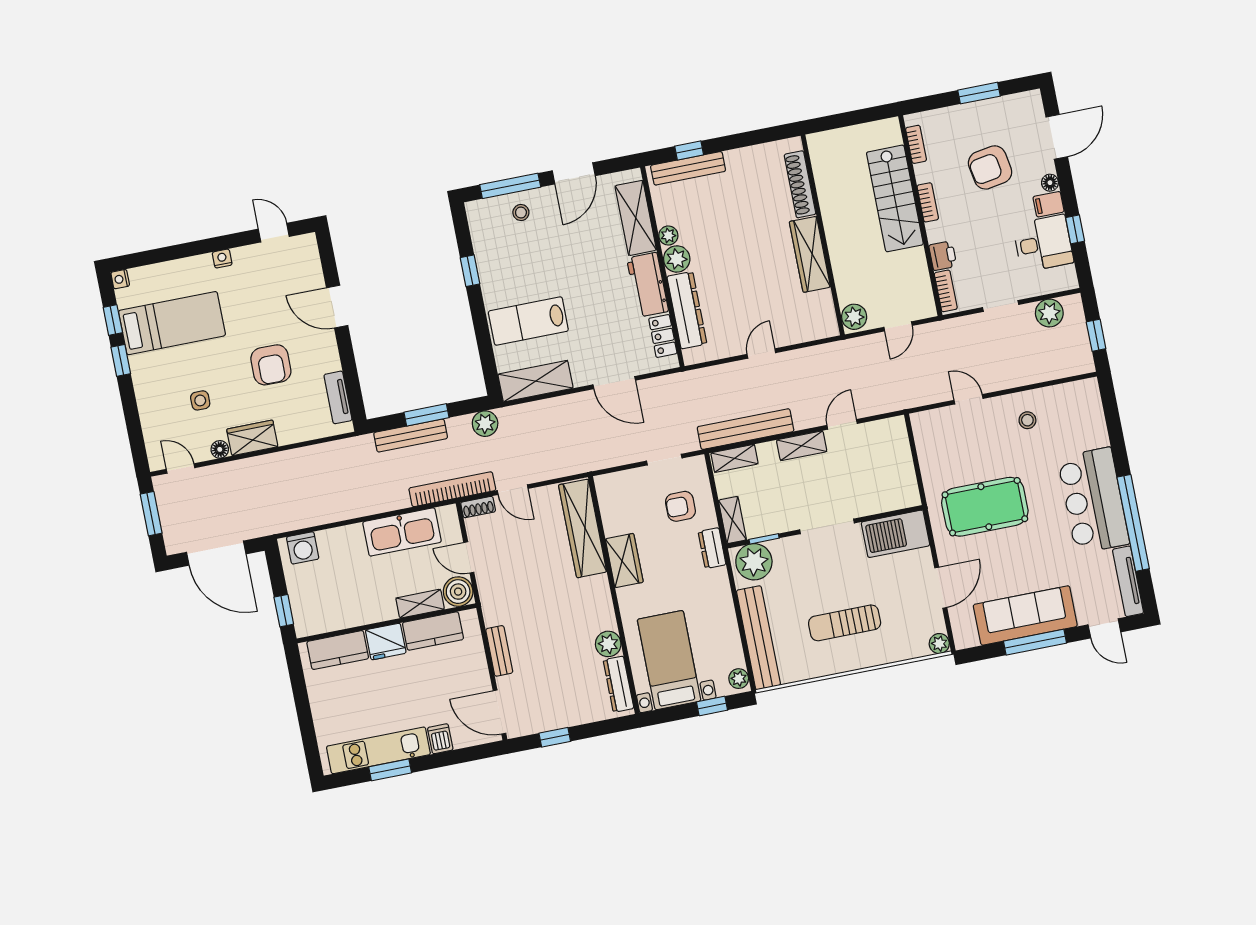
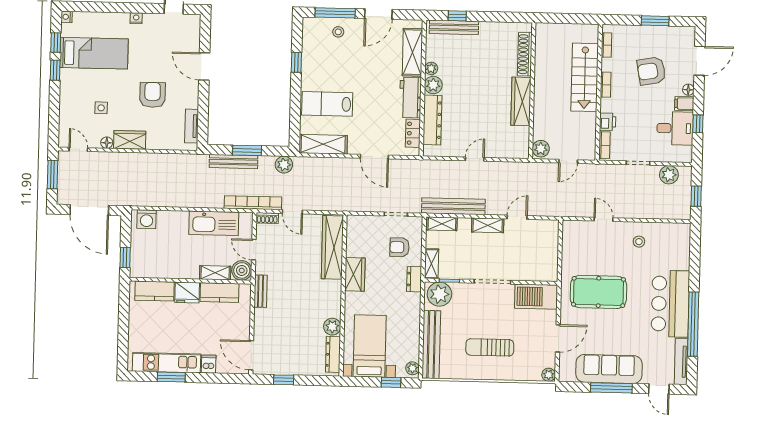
armchair: (271, 365) -> (153, 95), turned 180
bench: (499, 651) -> (261, 291), moved

